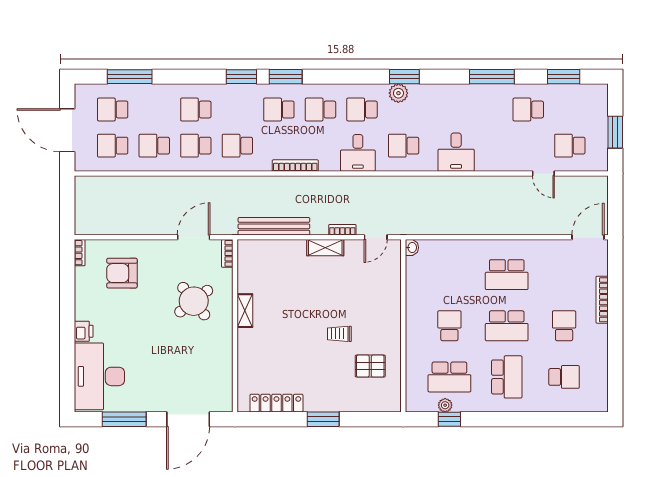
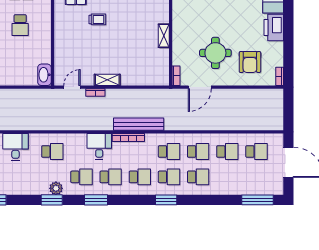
window: (130, 77) -> (258, 200), moved
window: (286, 77) -> (96, 200), moved
school desk: (113, 109) -> (169, 177), moved
desk: (358, 153) -> (99, 146), moved
bench: (274, 226) -> (139, 124), moved
washbasin: (412, 248) -> (44, 75), width x1.91, depth x1.45
armchair: (122, 273) -> (250, 62), turned 90
round table: (194, 301) -> (215, 53), moved, turned 38
printer: (84, 331) -> (274, 28), width x1.87, depth x1.48

